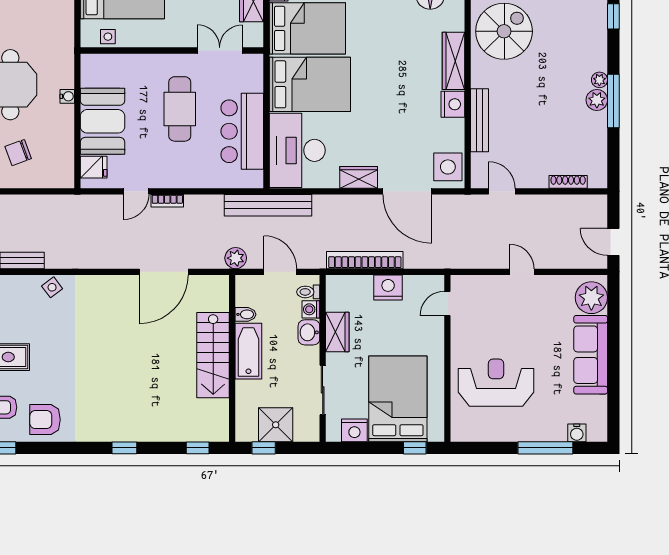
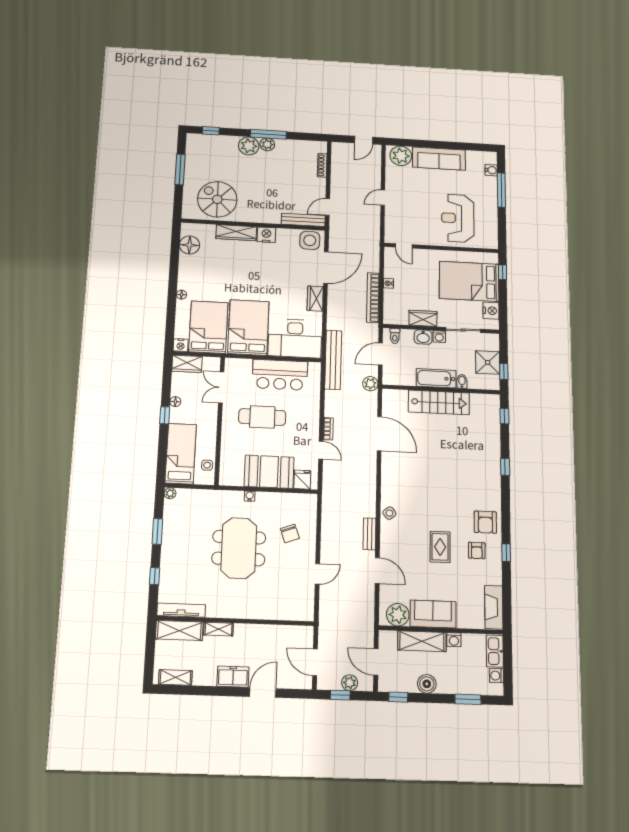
plant: (599, 80) -> (249, 146), width x1.88, depth x1.88
bench: (479, 120) -> (303, 220), moved
nightstand: (388, 287) -> (388, 283), width x0.53, depth x0.56
washing machine: (311, 309) -> (439, 337), moved
bidet: (246, 314) -> (462, 381), moved

